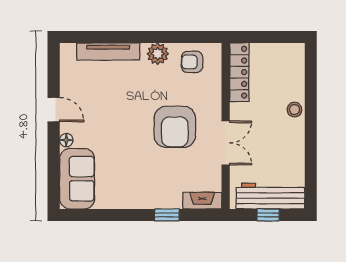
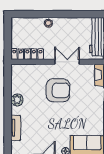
tv unit: (108, 51) -> (16, 128), width x0.71
armchair: (192, 62) -> (22, 81), removed

